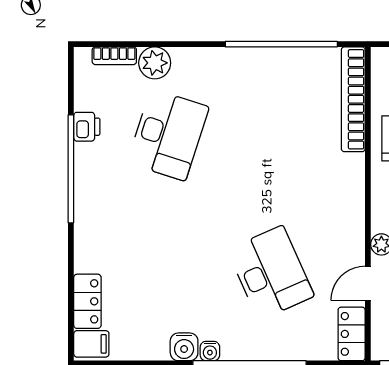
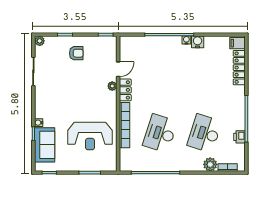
bookcase: (353, 99) -> (124, 125), moved
desk: (271, 273) -> (160, 133), moved, turned 42
locker: (87, 301) -> (239, 68), width x1.53
locker: (352, 334) -> (125, 90), moved

